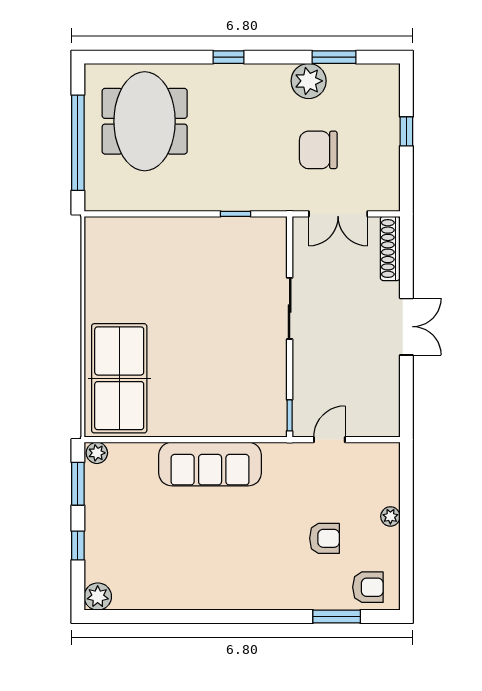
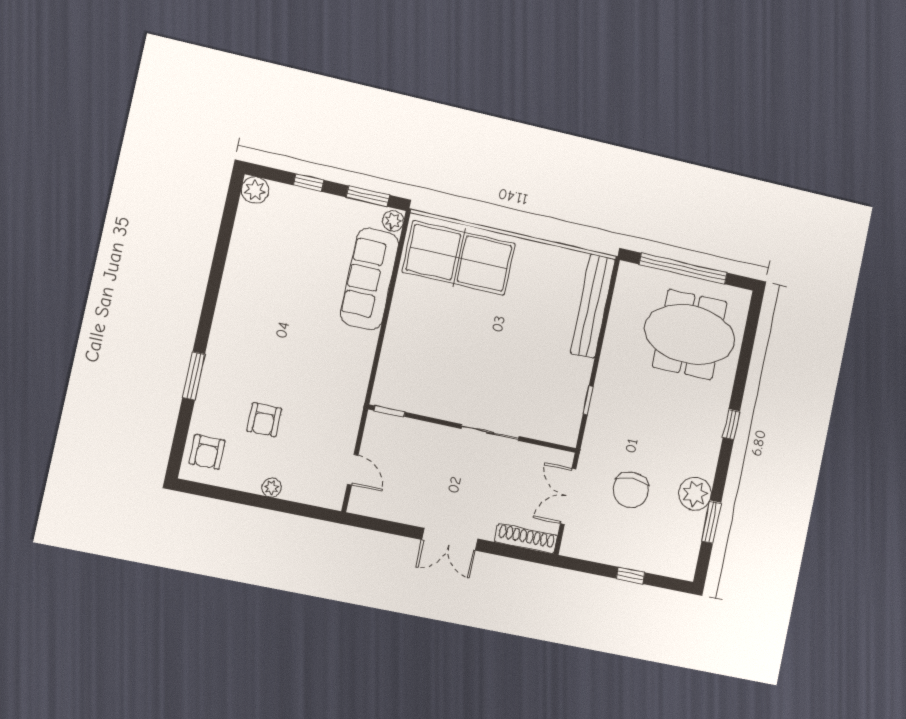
chair: (318, 150) -> (631, 490), turned 180
bench: (138, 230) -> (593, 306), added
door: (329, 440) -> (353, 470), moved
sofa: (210, 464) -> (369, 279), moved
window: (337, 617) -> (194, 376), moved

